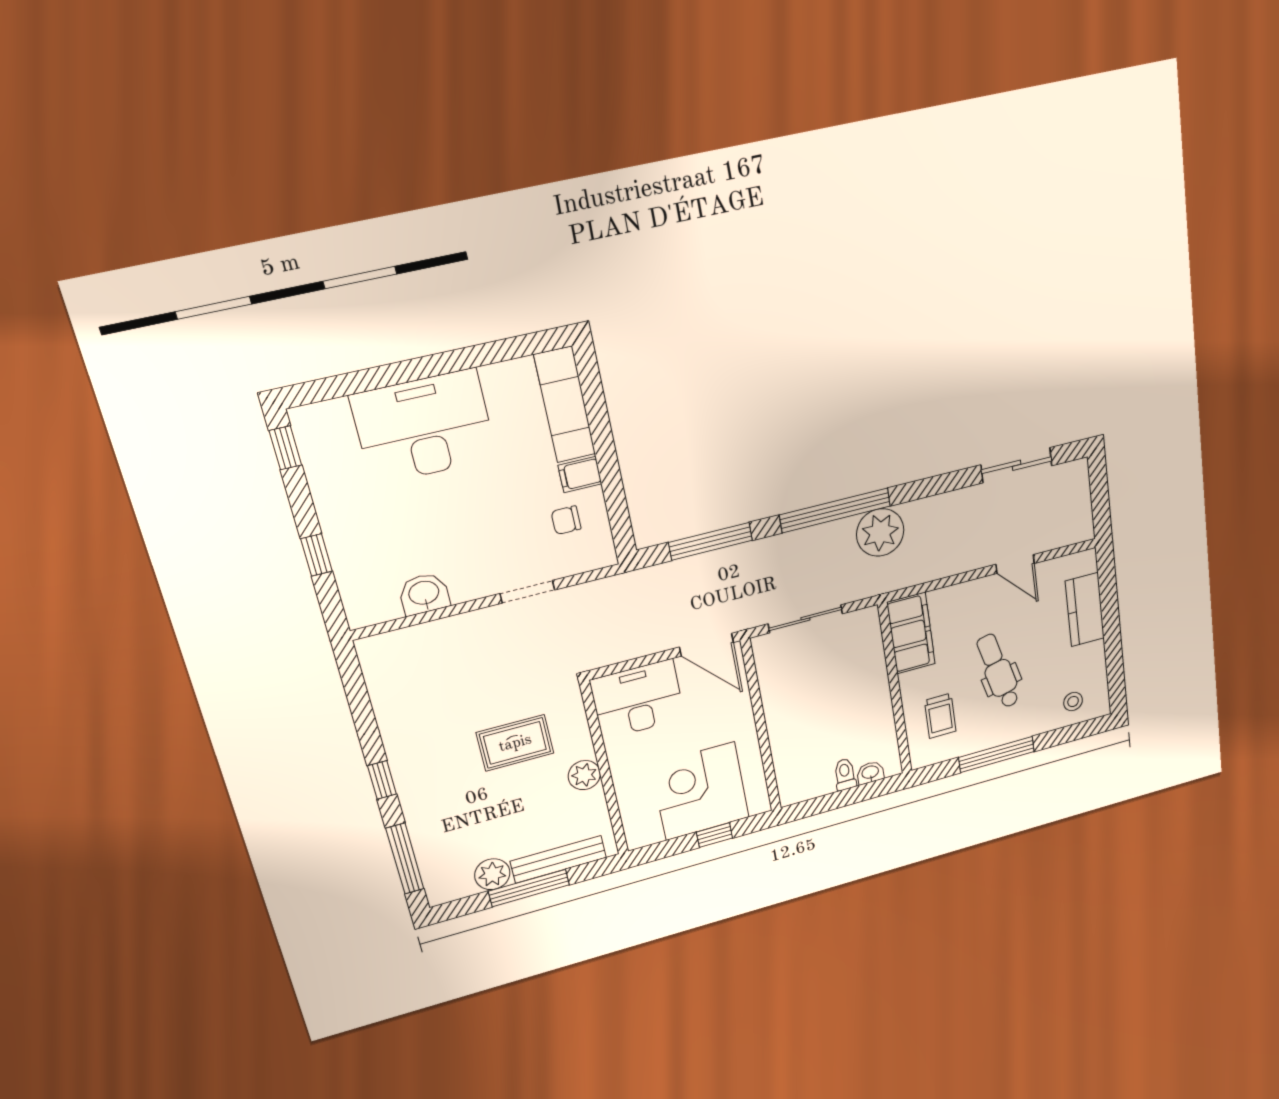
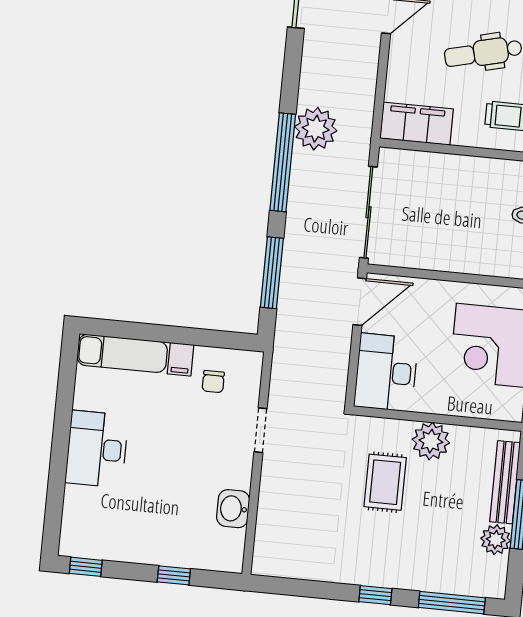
desk: (424, 427) -> (97, 449), width x0.73, depth x0.77
sliding door: (805, 619) -> (368, 212), width x1.37
plant: (584, 775) -> (431, 441), width x1.36, depth x1.36

